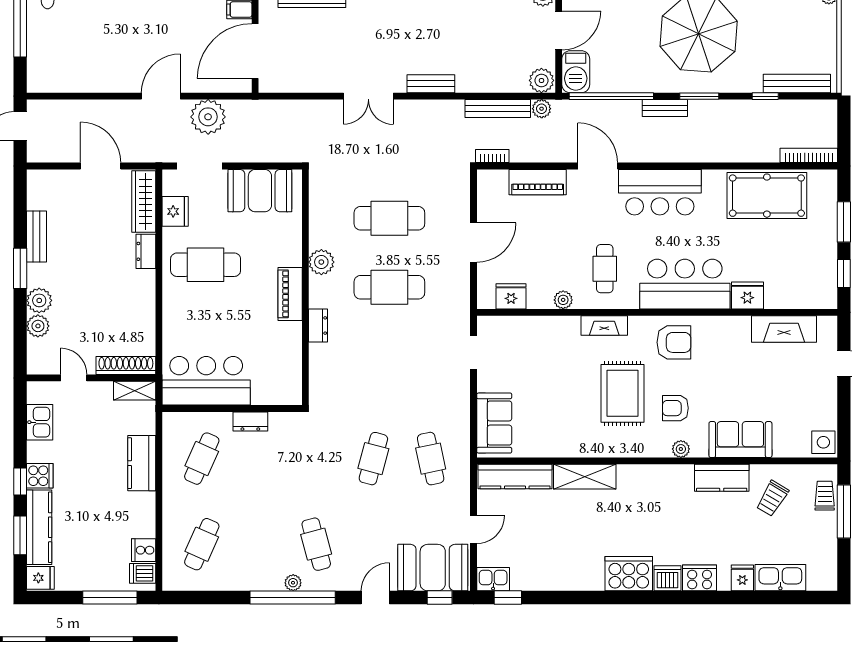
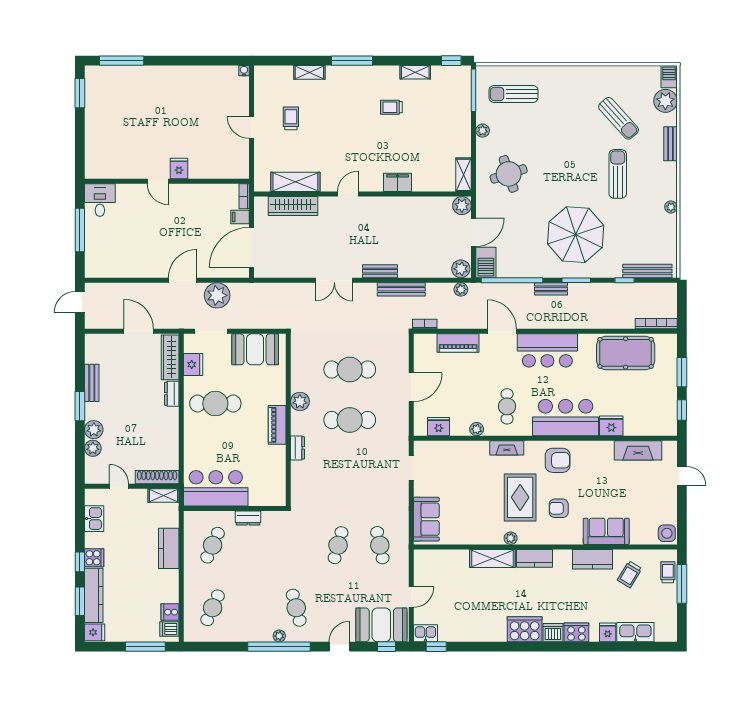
bench: (498, 109) -> (401, 289), moved
plant: (681, 449) -> (511, 538), moved
kitchen counter: (515, 477) -> (534, 558), moved, width x0.67

